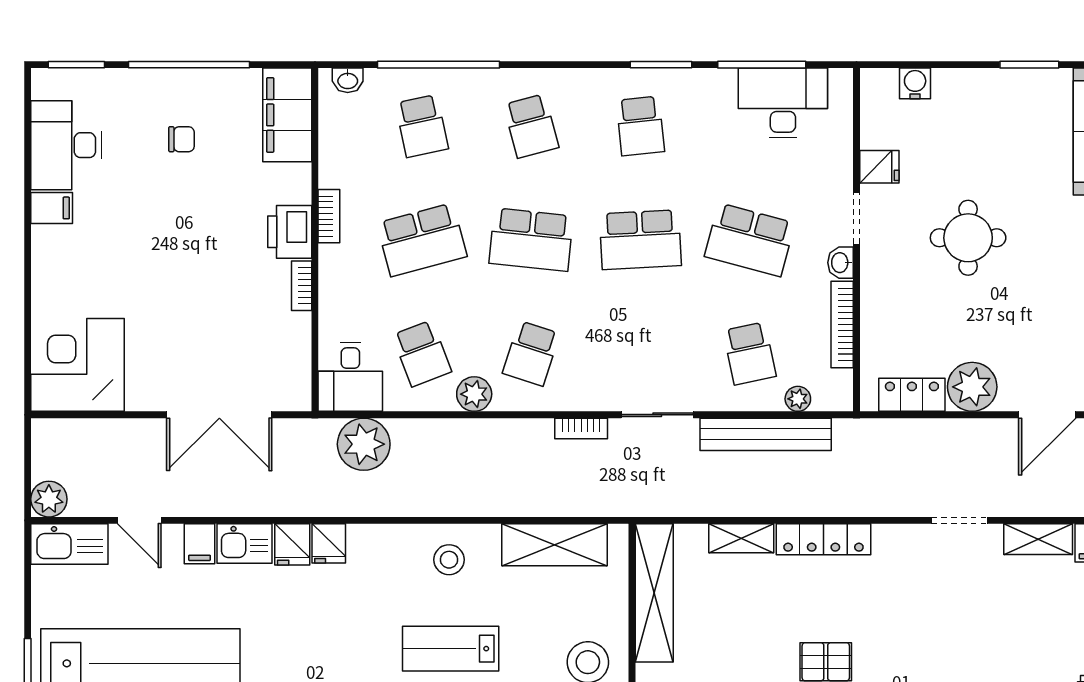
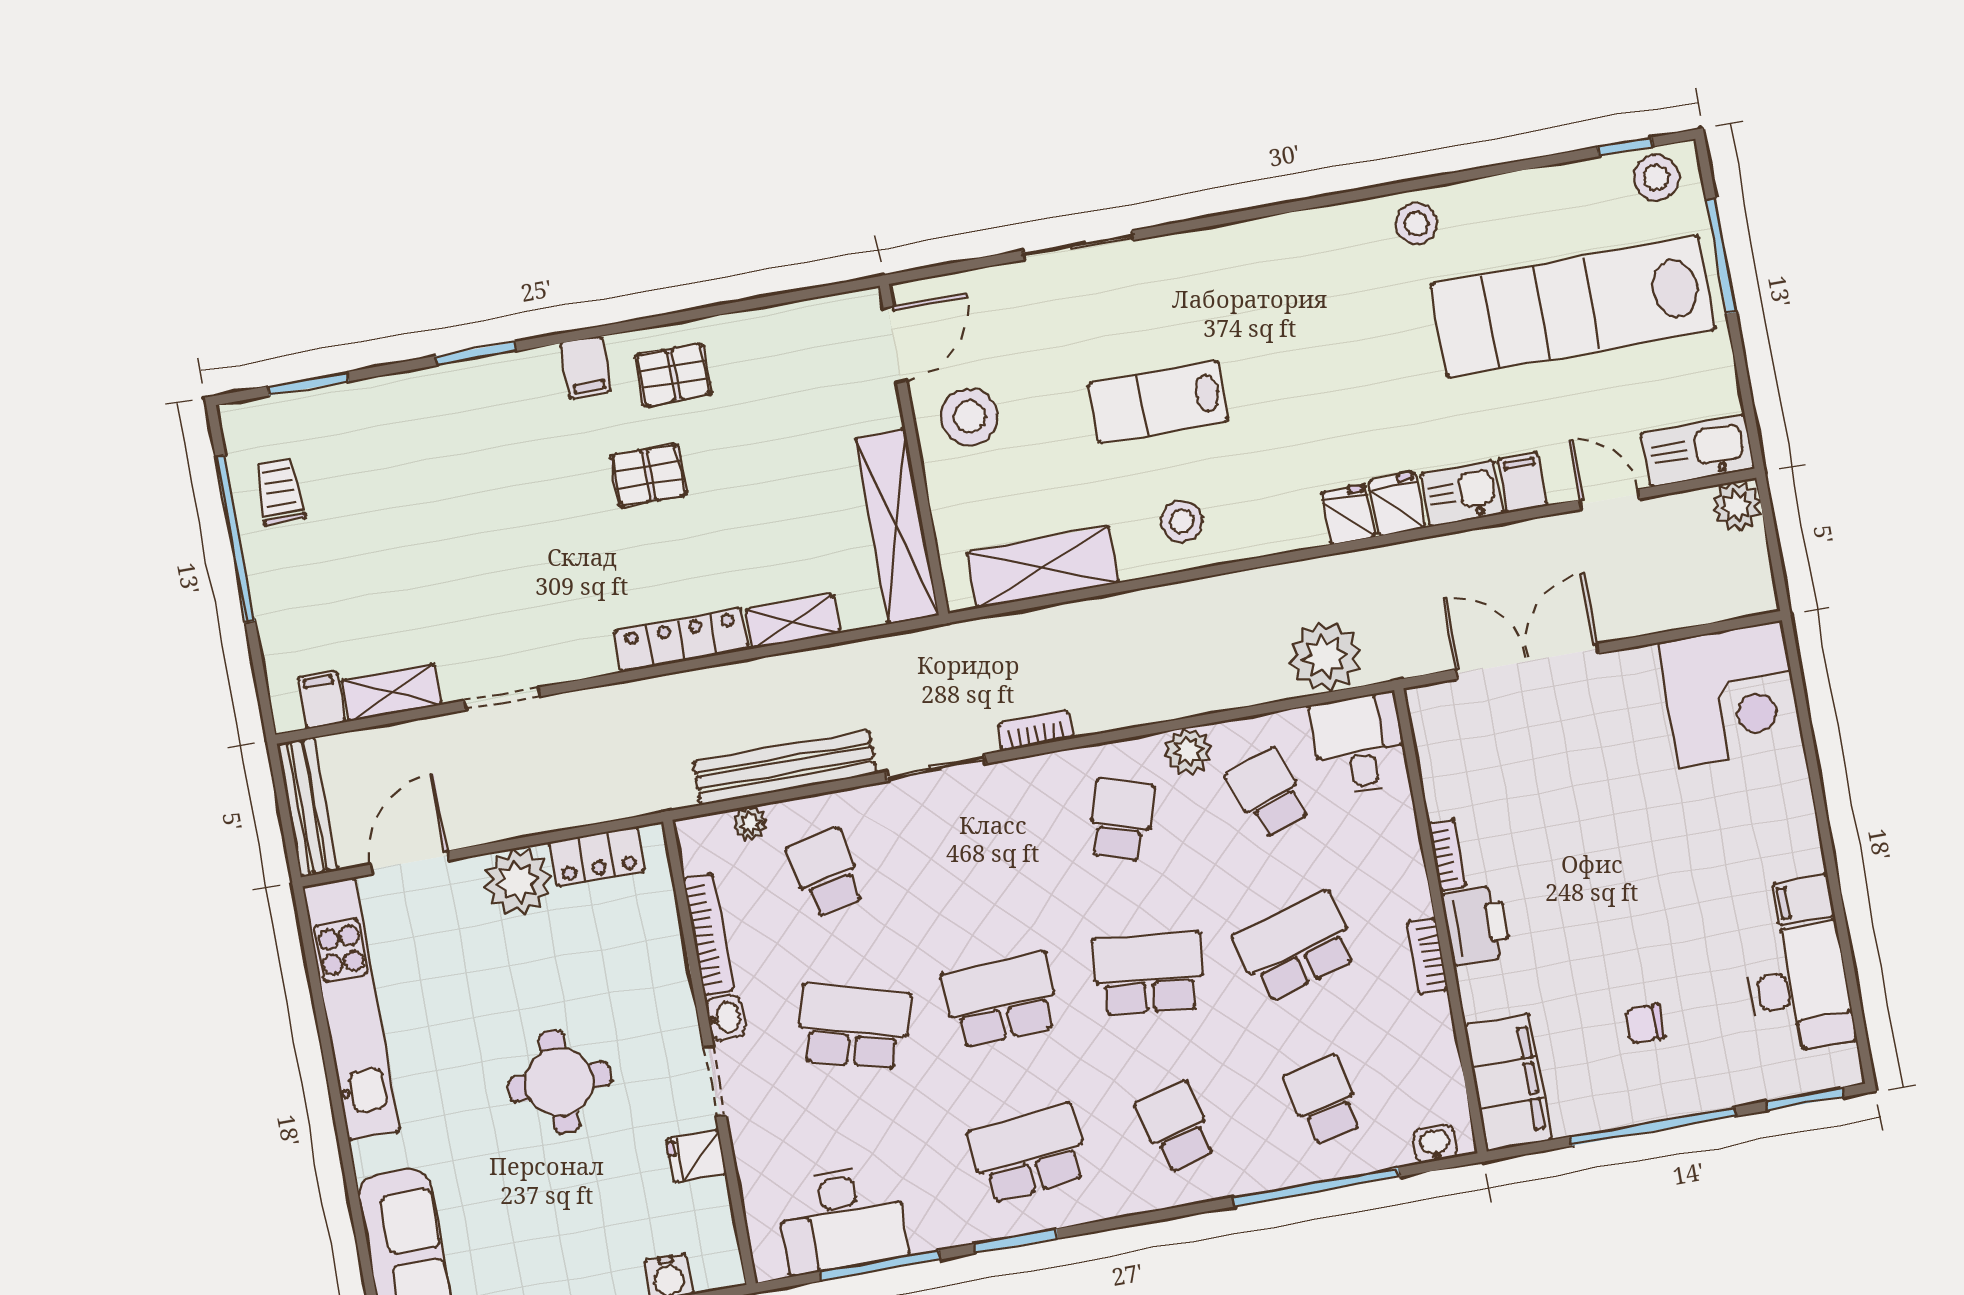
school desk: (640, 126) -> (1029, 1153), width x1.85
lab bench: (451, 649) -> (1158, 402), turned 180

